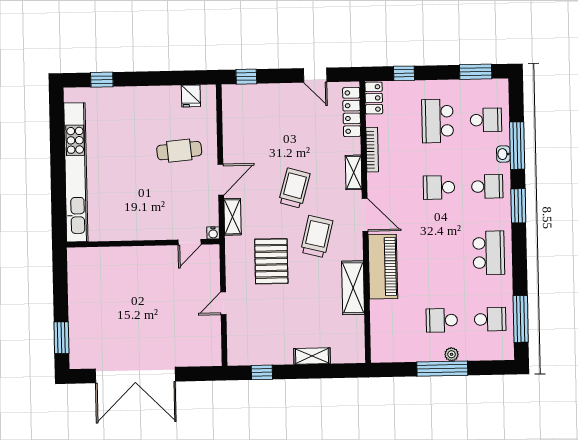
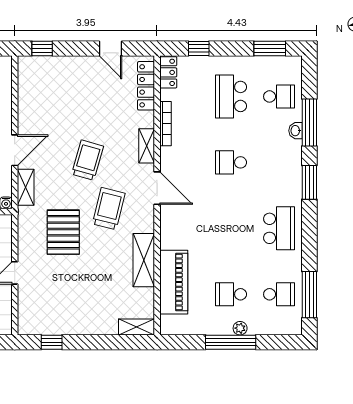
school desk: (487, 186) -> (279, 162), removed
piano: (383, 267) -> (174, 282), moved
shelving: (312, 356) -> (137, 327), moved

